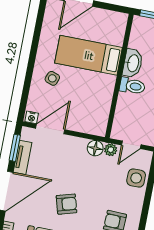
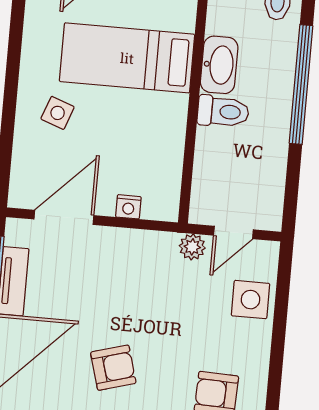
nightstand: (32, 117) -> (128, 207), moved
floor lamp: (95, 148) -> (160, 247), removed

